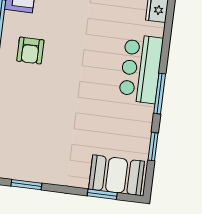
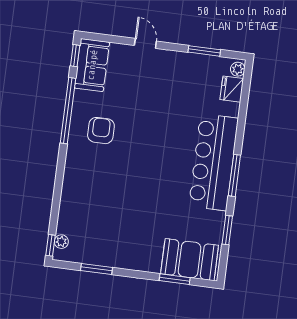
armchair: (30, 51) -> (101, 131), turned 180
bar counter: (141, 69) -> (213, 162), width x1.36

